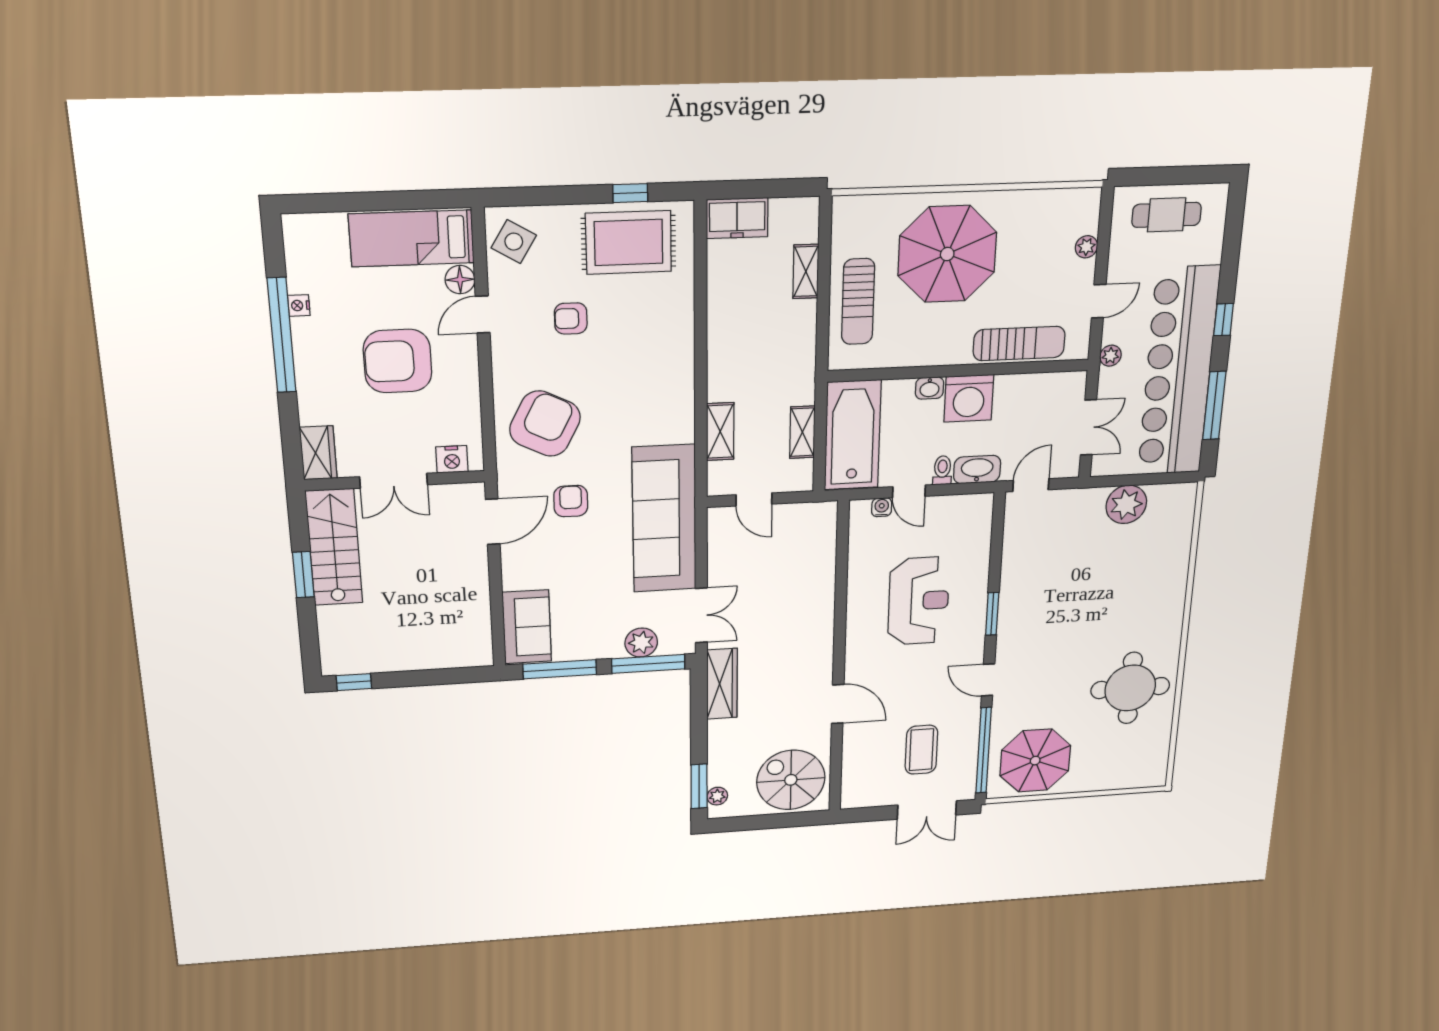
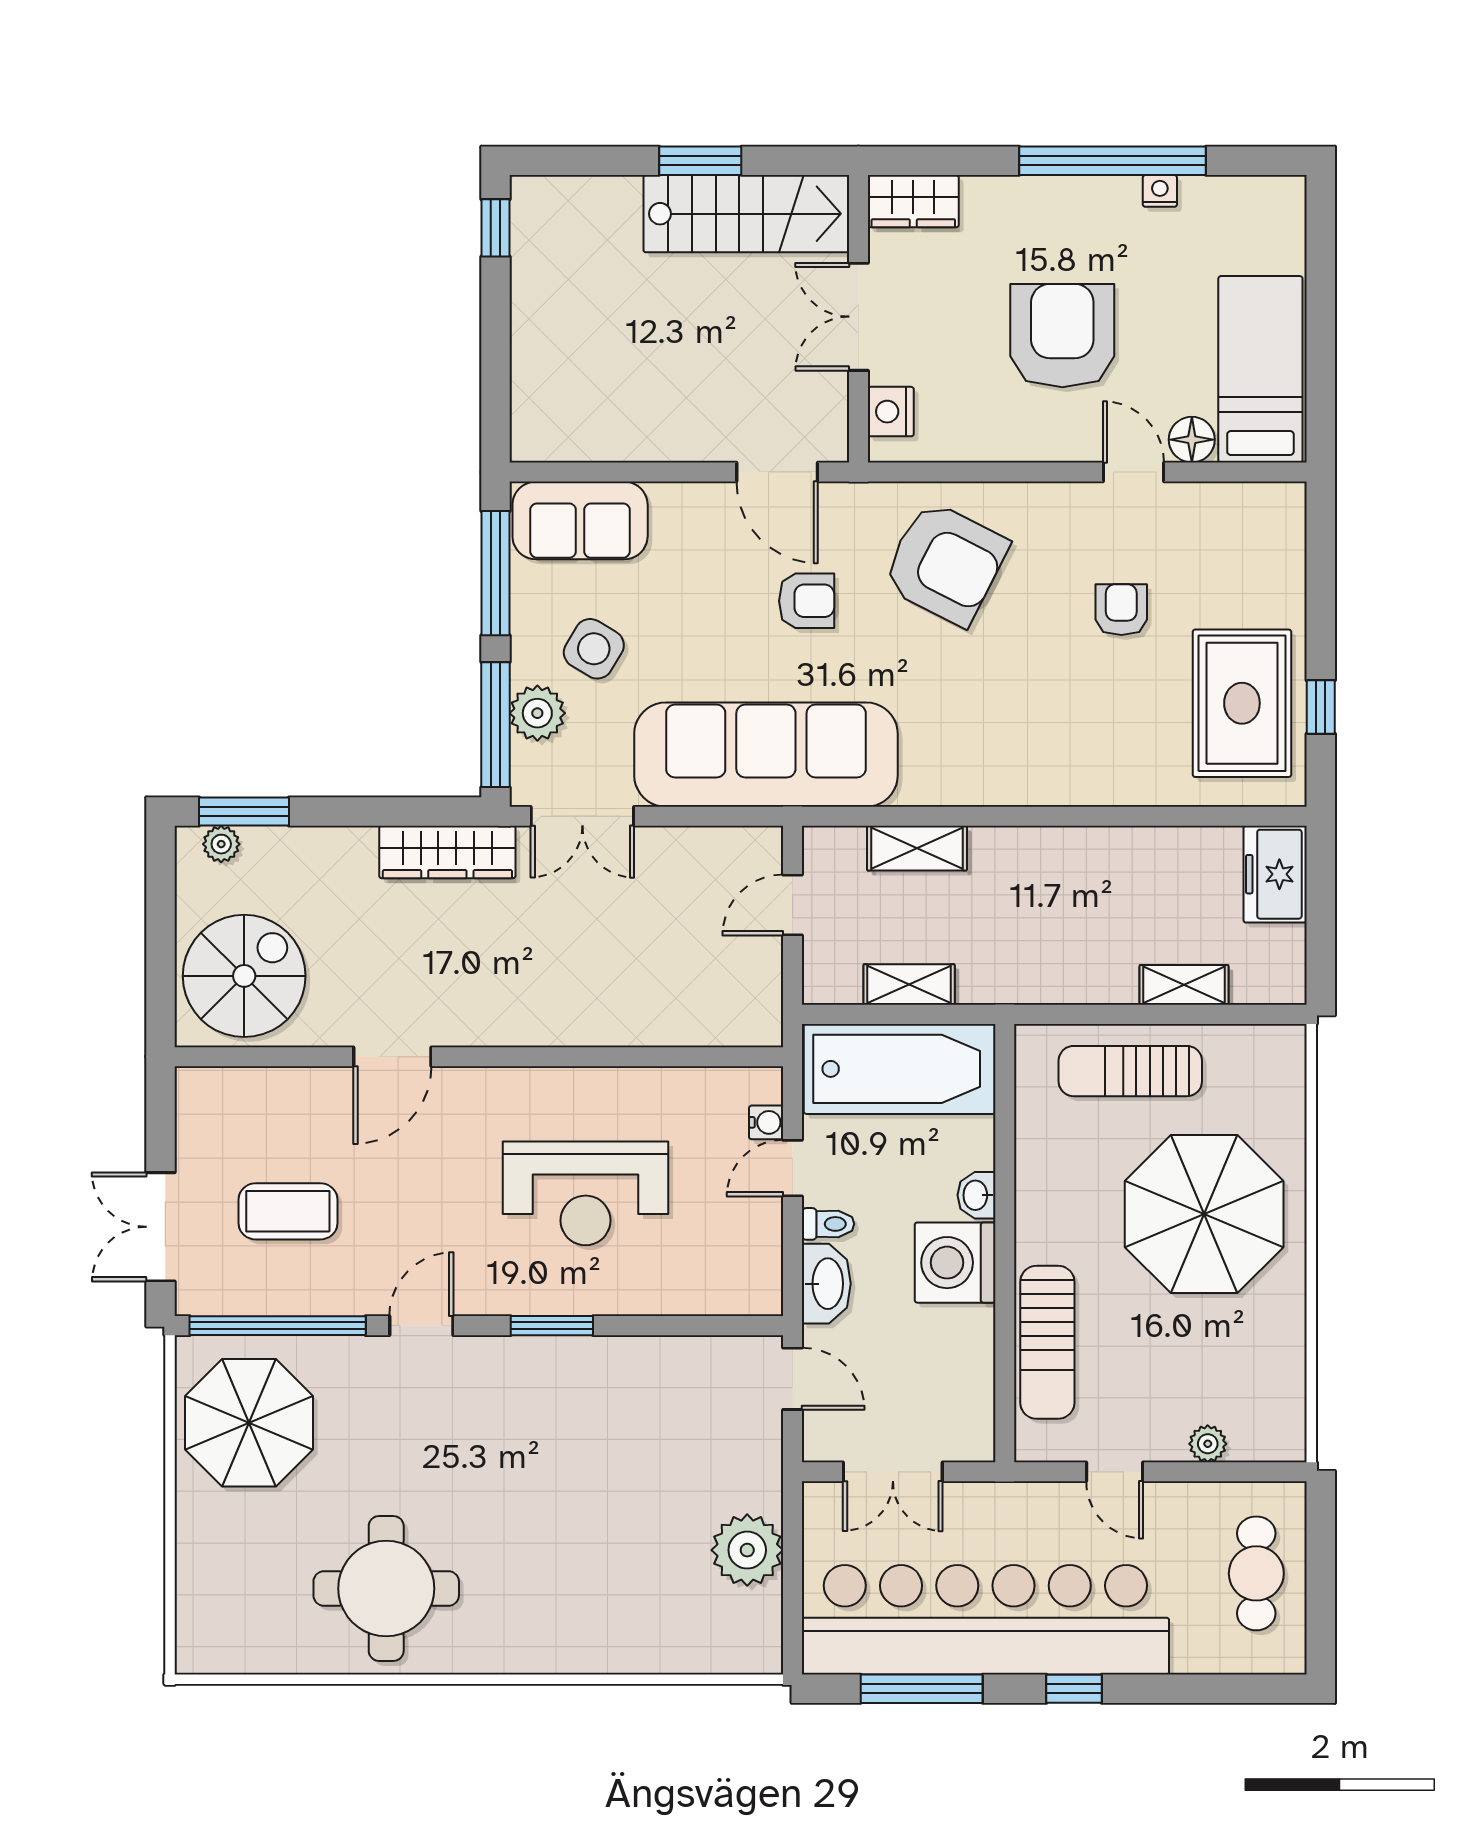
side table: (514, 242) -> (594, 649), moved
plant: (1110, 356) -> (1019, 1500), removed

